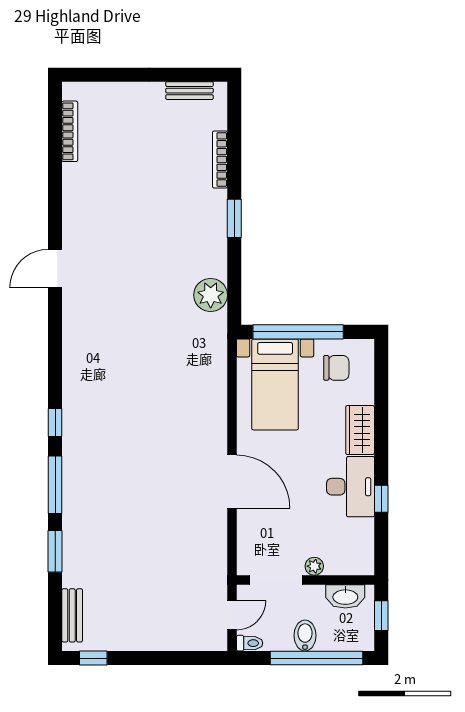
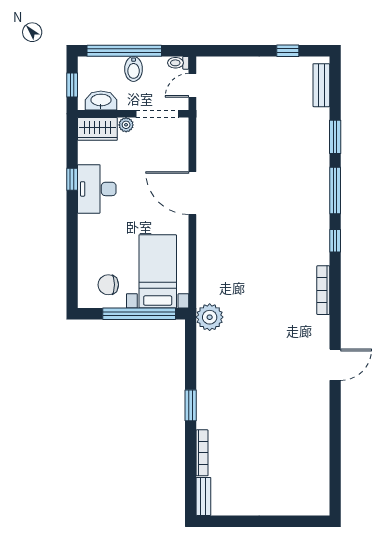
bench: (189, 91) -> (203, 496), moved, turned 90
bookcase: (70, 131) -> (323, 290), moved
plant: (211, 295) -> (210, 317), moved
wardrobe: (360, 430) -> (97, 129), moved, turned 90
window: (93, 658) -> (288, 51), moved

